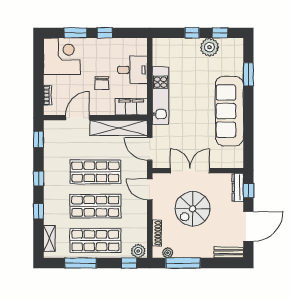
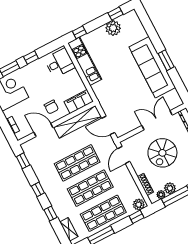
window: (192, 33) -> (79, 32), moved
desk: (132, 70) -> (60, 63), moved
window: (248, 74) -> (166, 60), moved
chair: (102, 83) -> (51, 107), moved
kitchen unit: (160, 96) -> (85, 61), moved
door: (78, 118) -> (43, 130), hinge flipped
double door: (190, 171) -> (157, 120), moved
door: (150, 189) -> (124, 155), hinge flipped
plant: (181, 251) -> (170, 188), added

